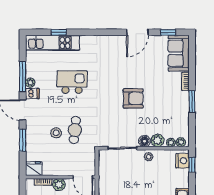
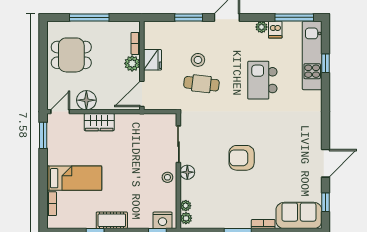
door: (137, 32) -> (325, 163), swing flipped
window: (23, 77) -> (294, 17), moved
kitchen island: (72, 82) -> (262, 80), turned 180
dishwasher: (32, 94) -> (275, 30), moved
armchair: (133, 98) -> (242, 158), turned 90
plant: (157, 140) -> (188, 189), removed
fridge: (34, 169) -> (152, 60), moved

